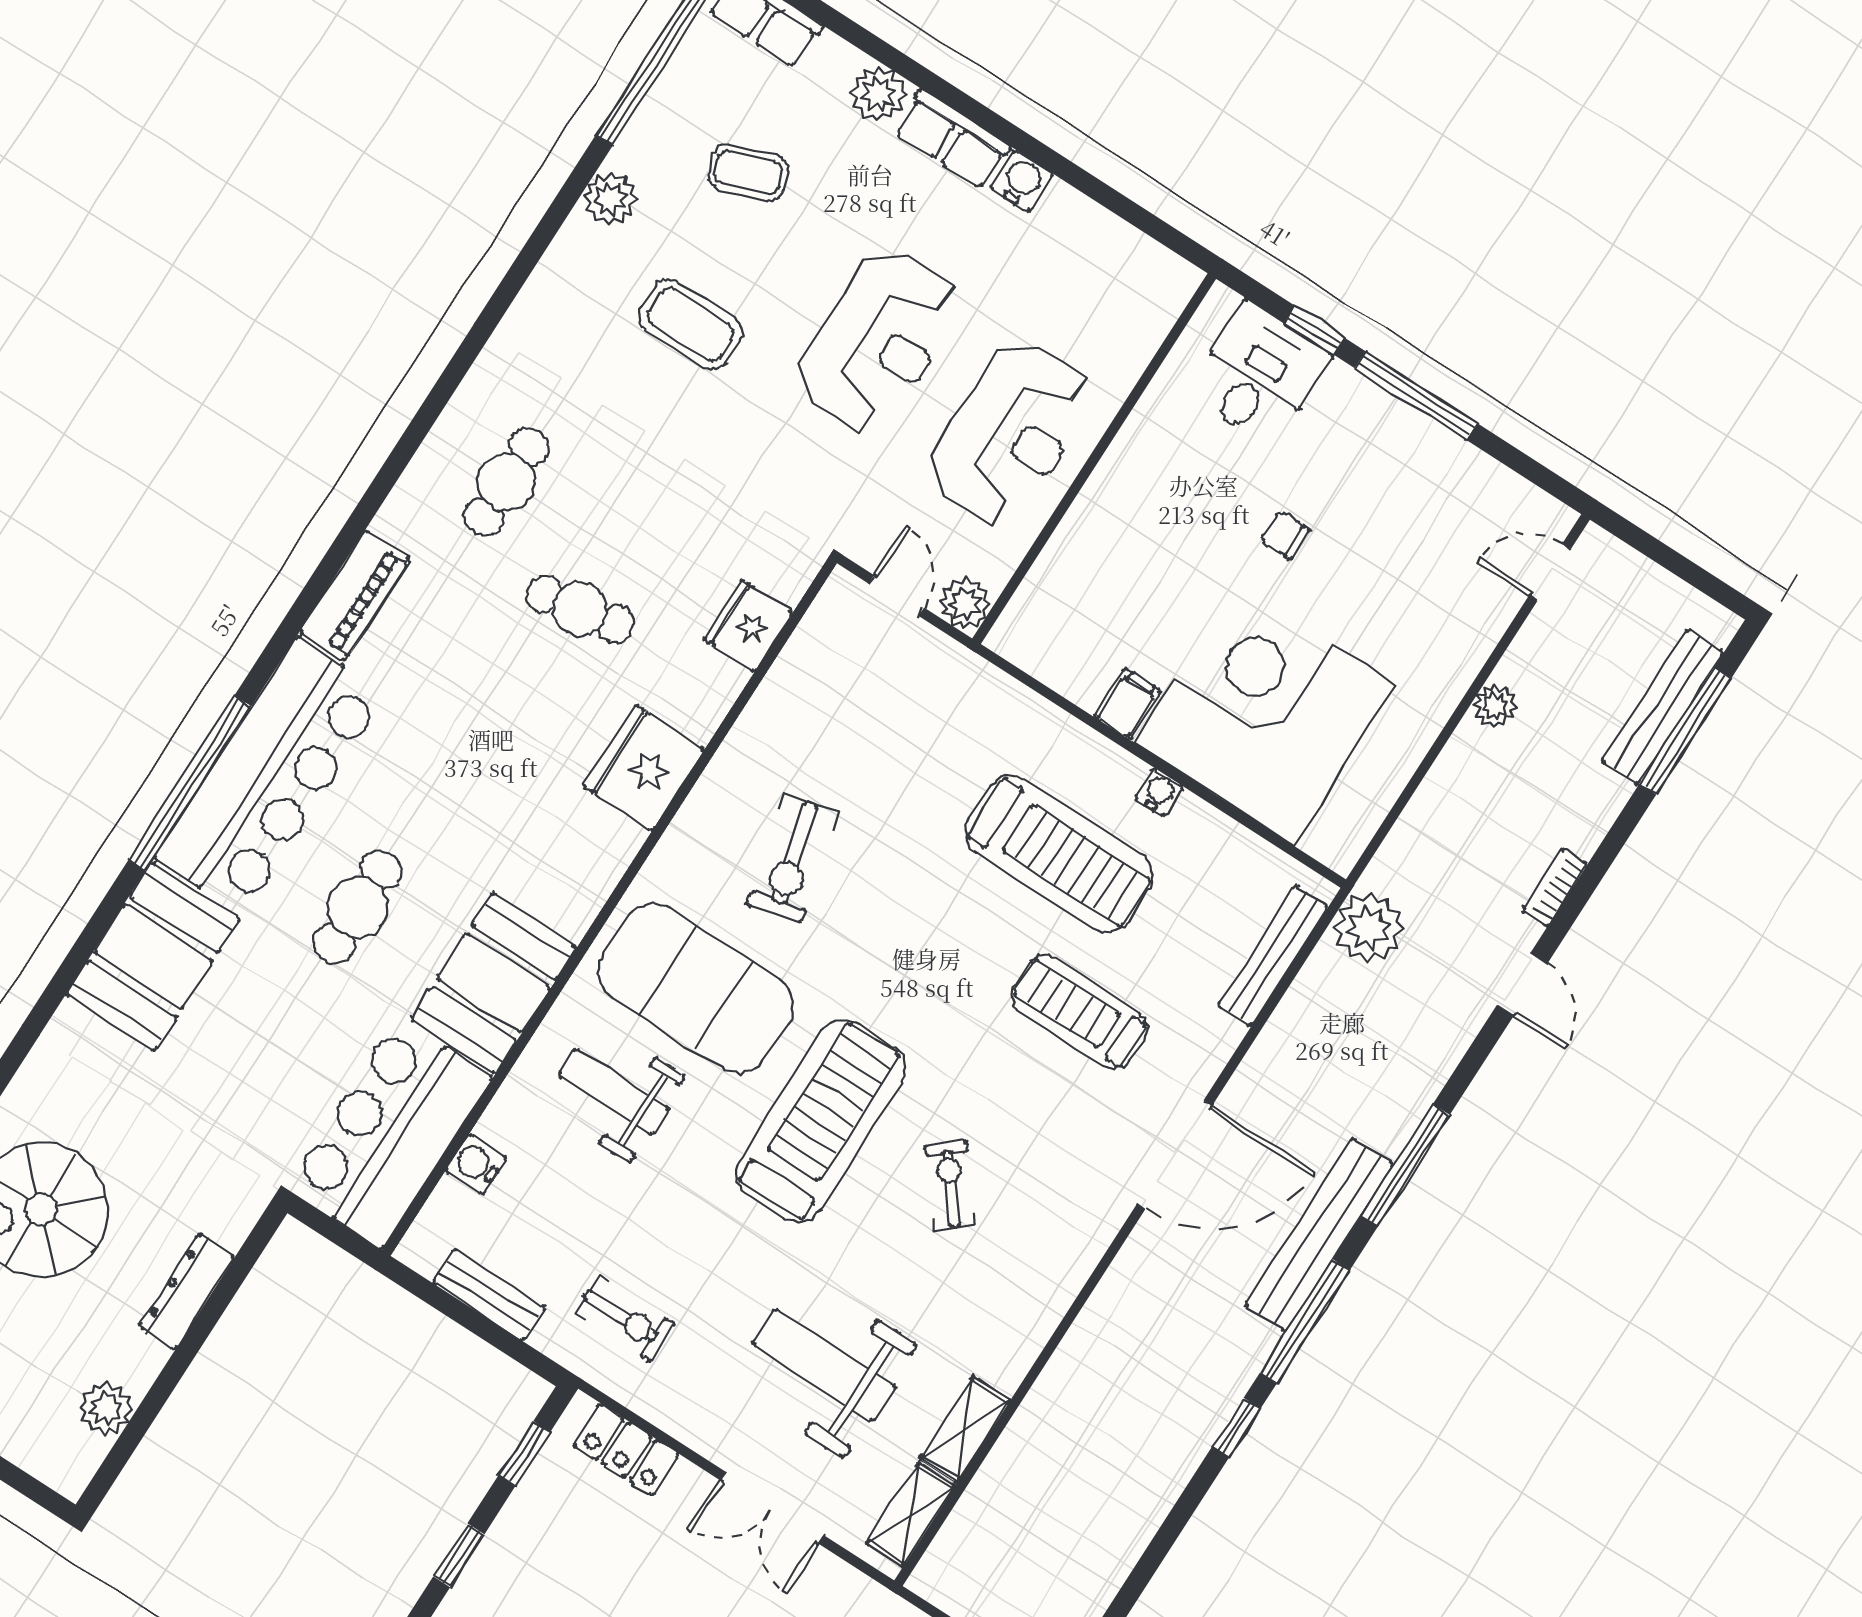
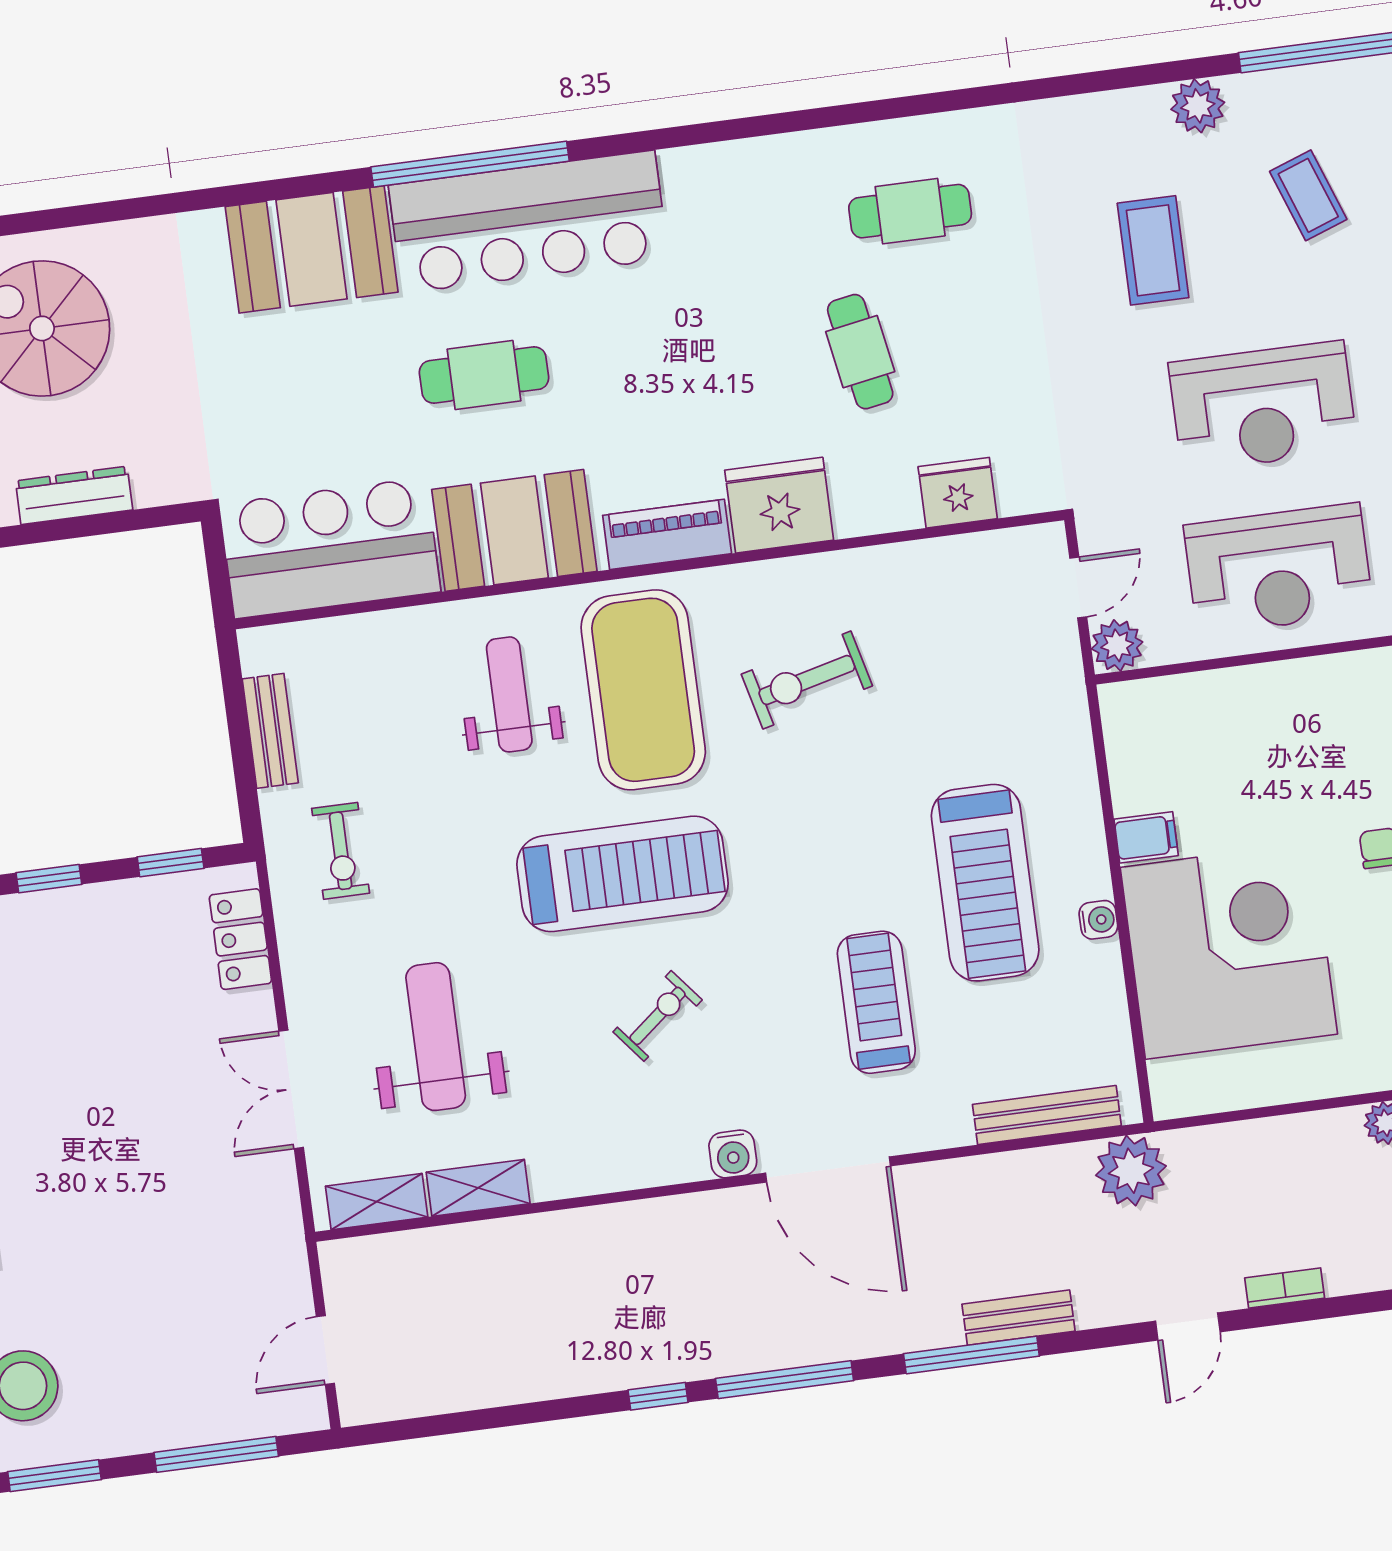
piano: (355, 595) -> (667, 534), moved, turned 180
water cooler: (476, 1164) -> (733, 1154), moved, turned 180
bench: (1319, 1235) -> (1019, 1318), moved, width x0.54, depth x0.82

